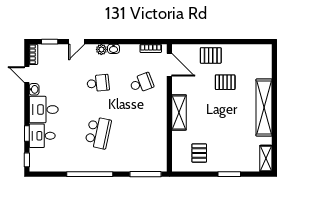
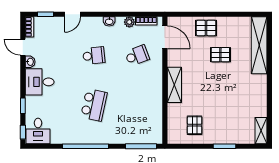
plant: (101, 49) -> (129, 22), moved
shelving: (264, 108) -> (259, 45), moved
desk: (42, 136) -> (38, 131), moved, turned -90

